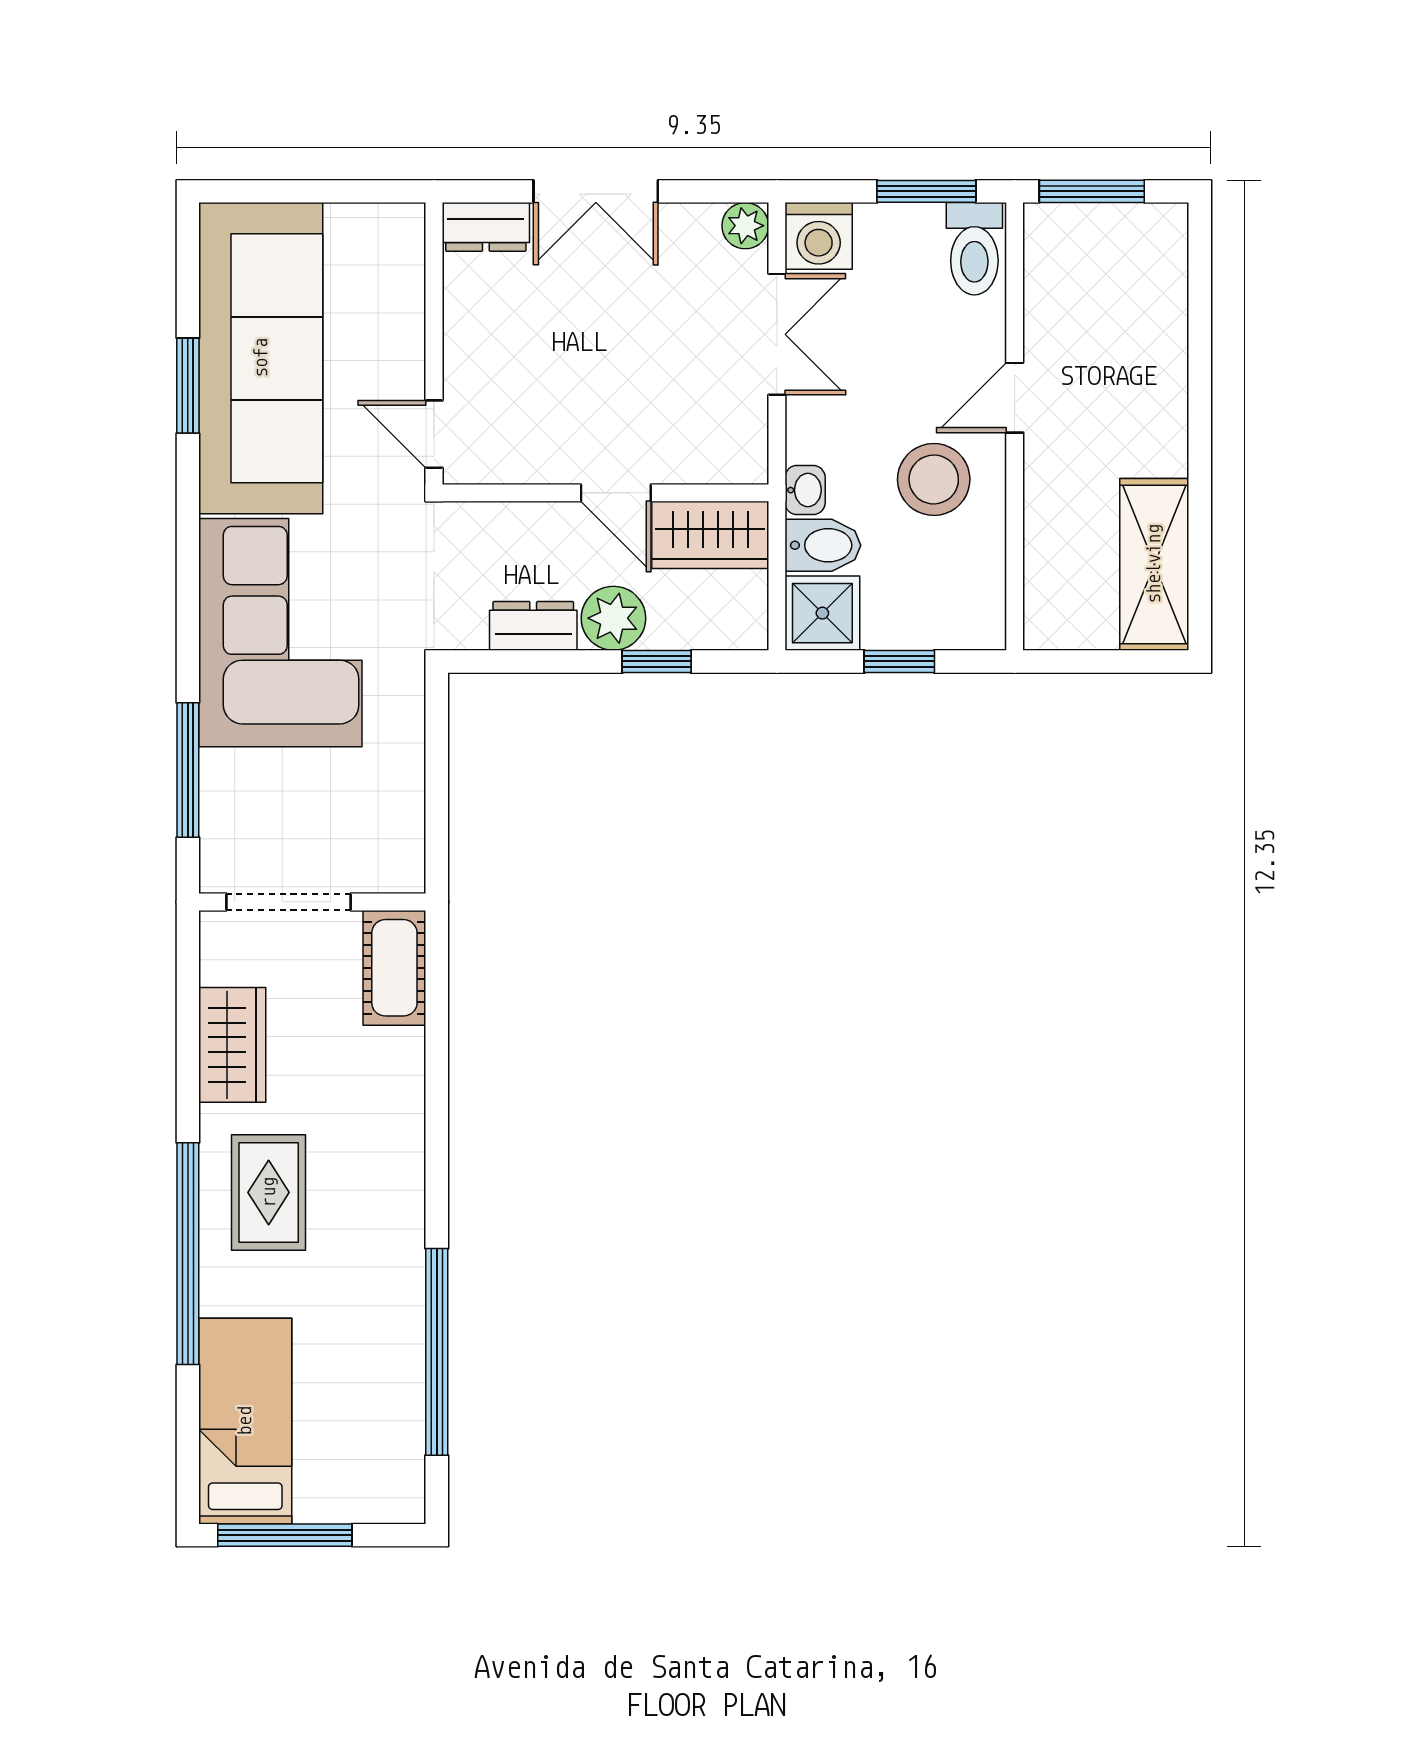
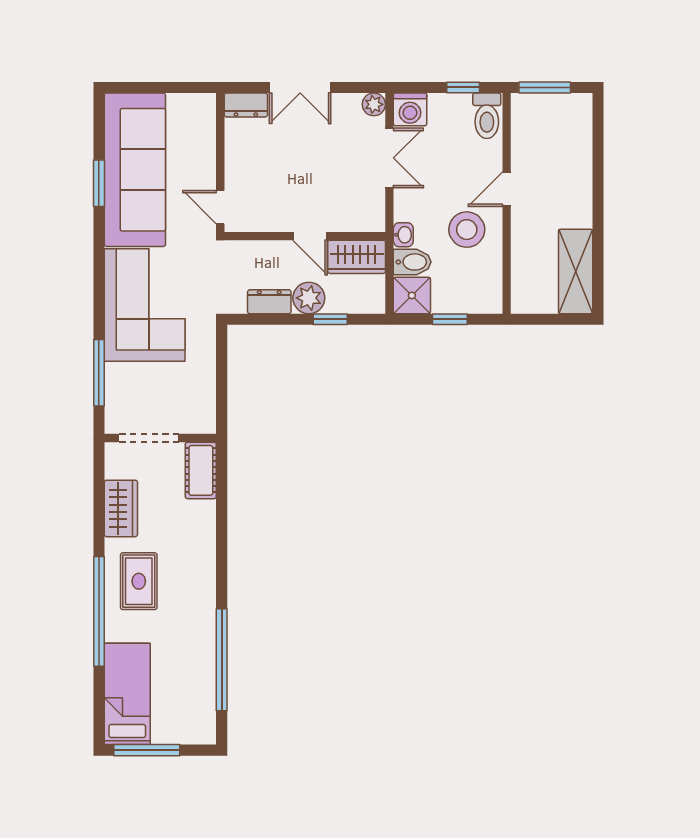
window: (926, 191) -> (463, 87), width x0.67

